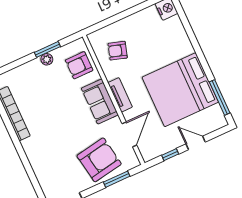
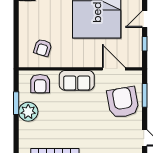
plant: (47, 59) -> (28, 112), width x1.88, depth x1.88
tv unit: (120, 95) -> (79, 62), removed

